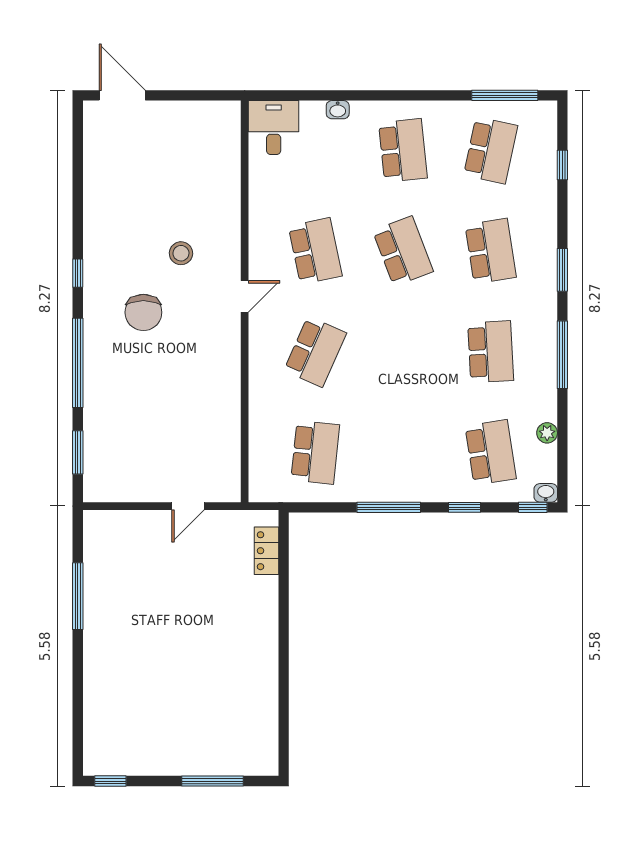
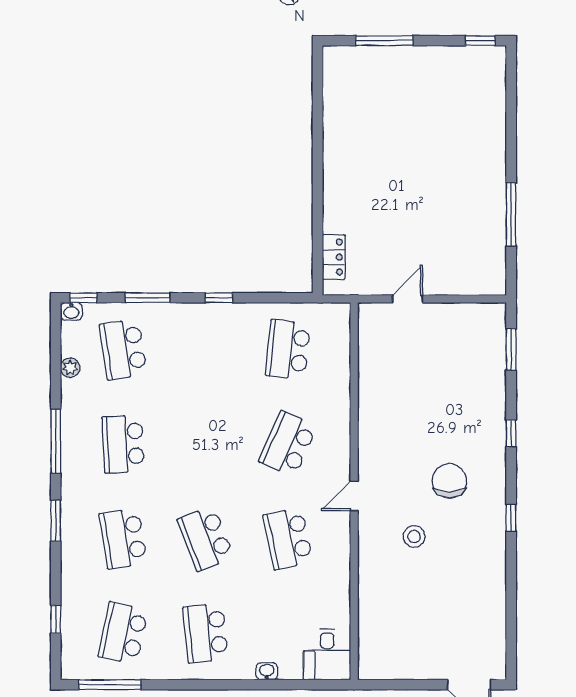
window: (78, 363) -> (511, 433), width x0.32
window: (389, 507) -> (219, 298), width x0.46
window: (464, 507) -> (148, 298), width x1.50

